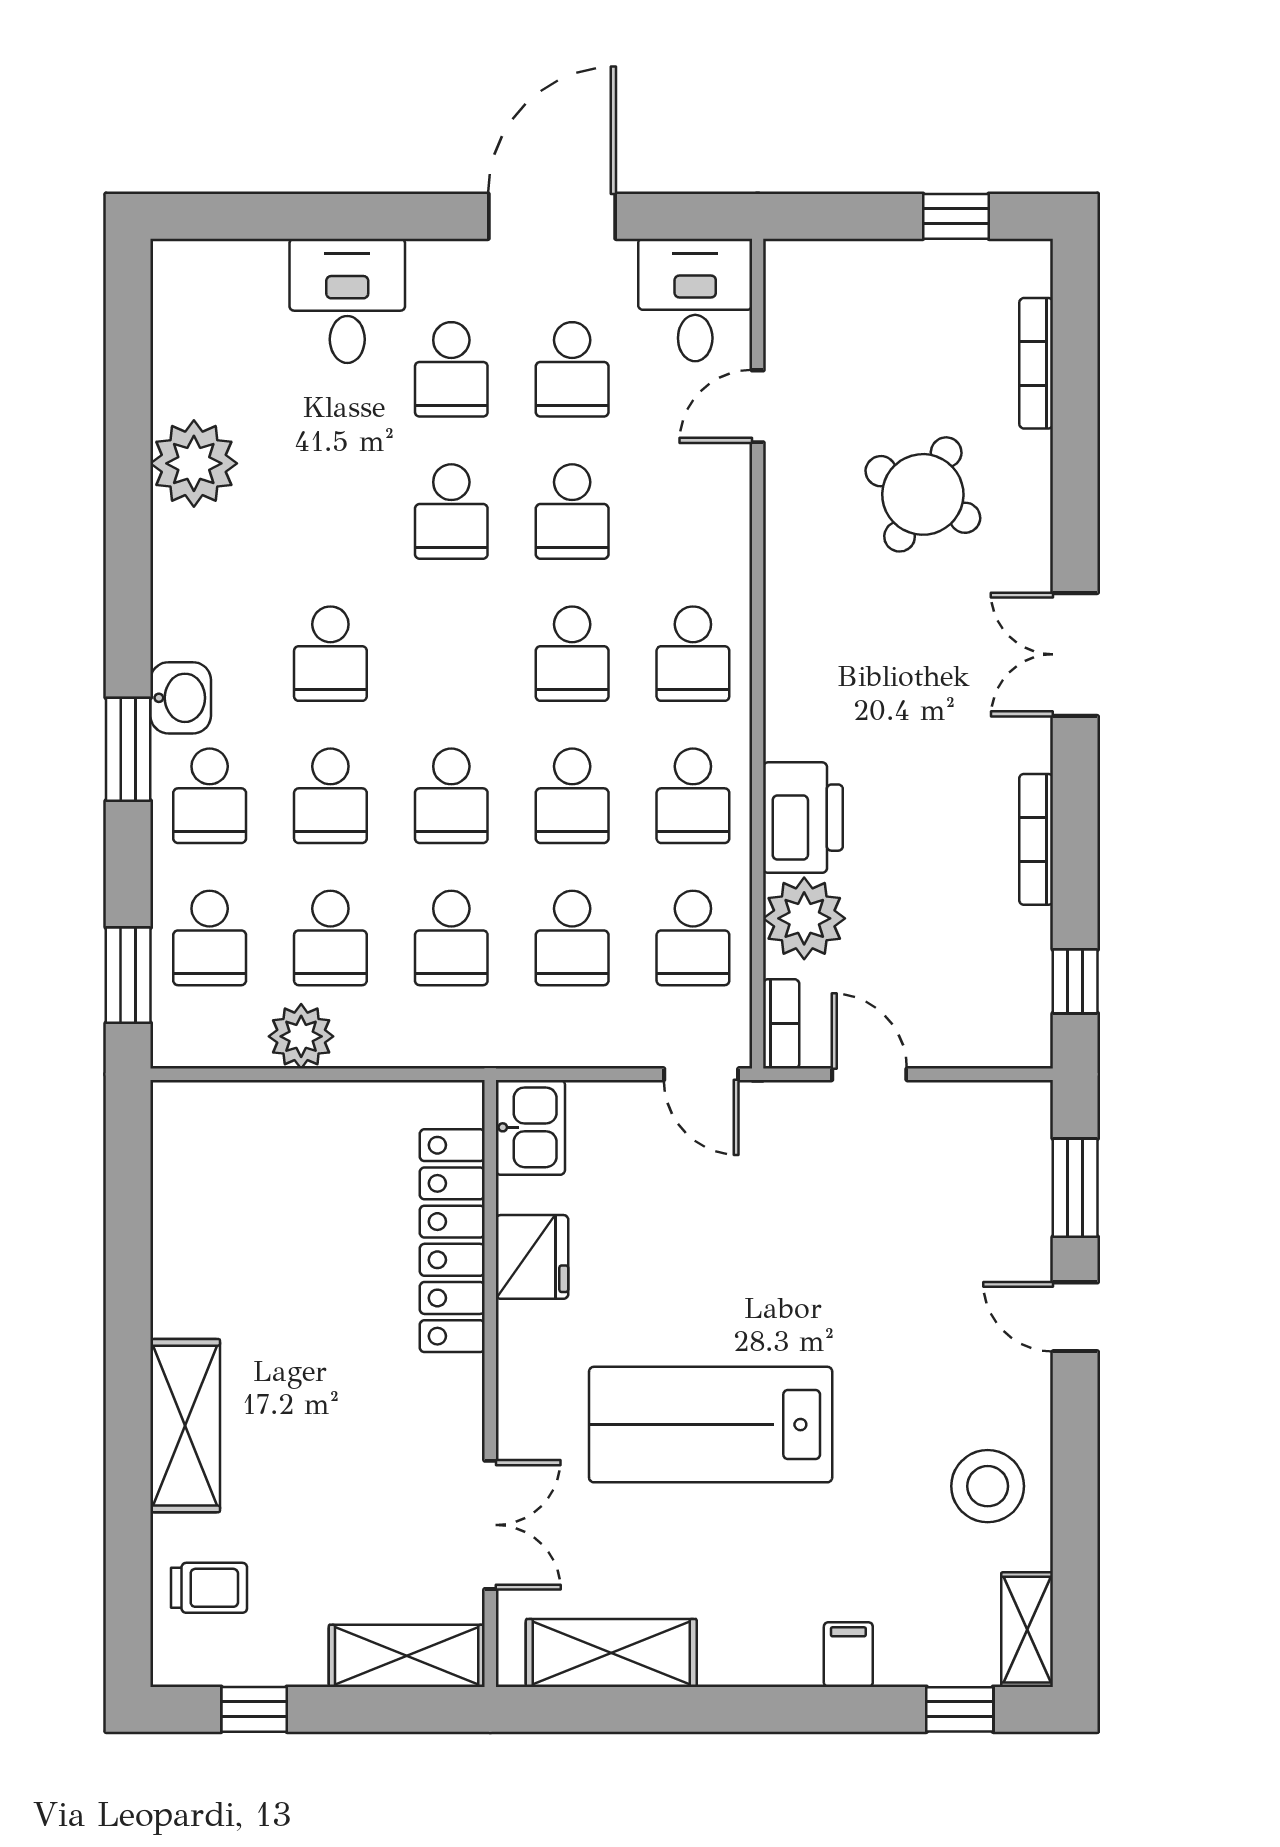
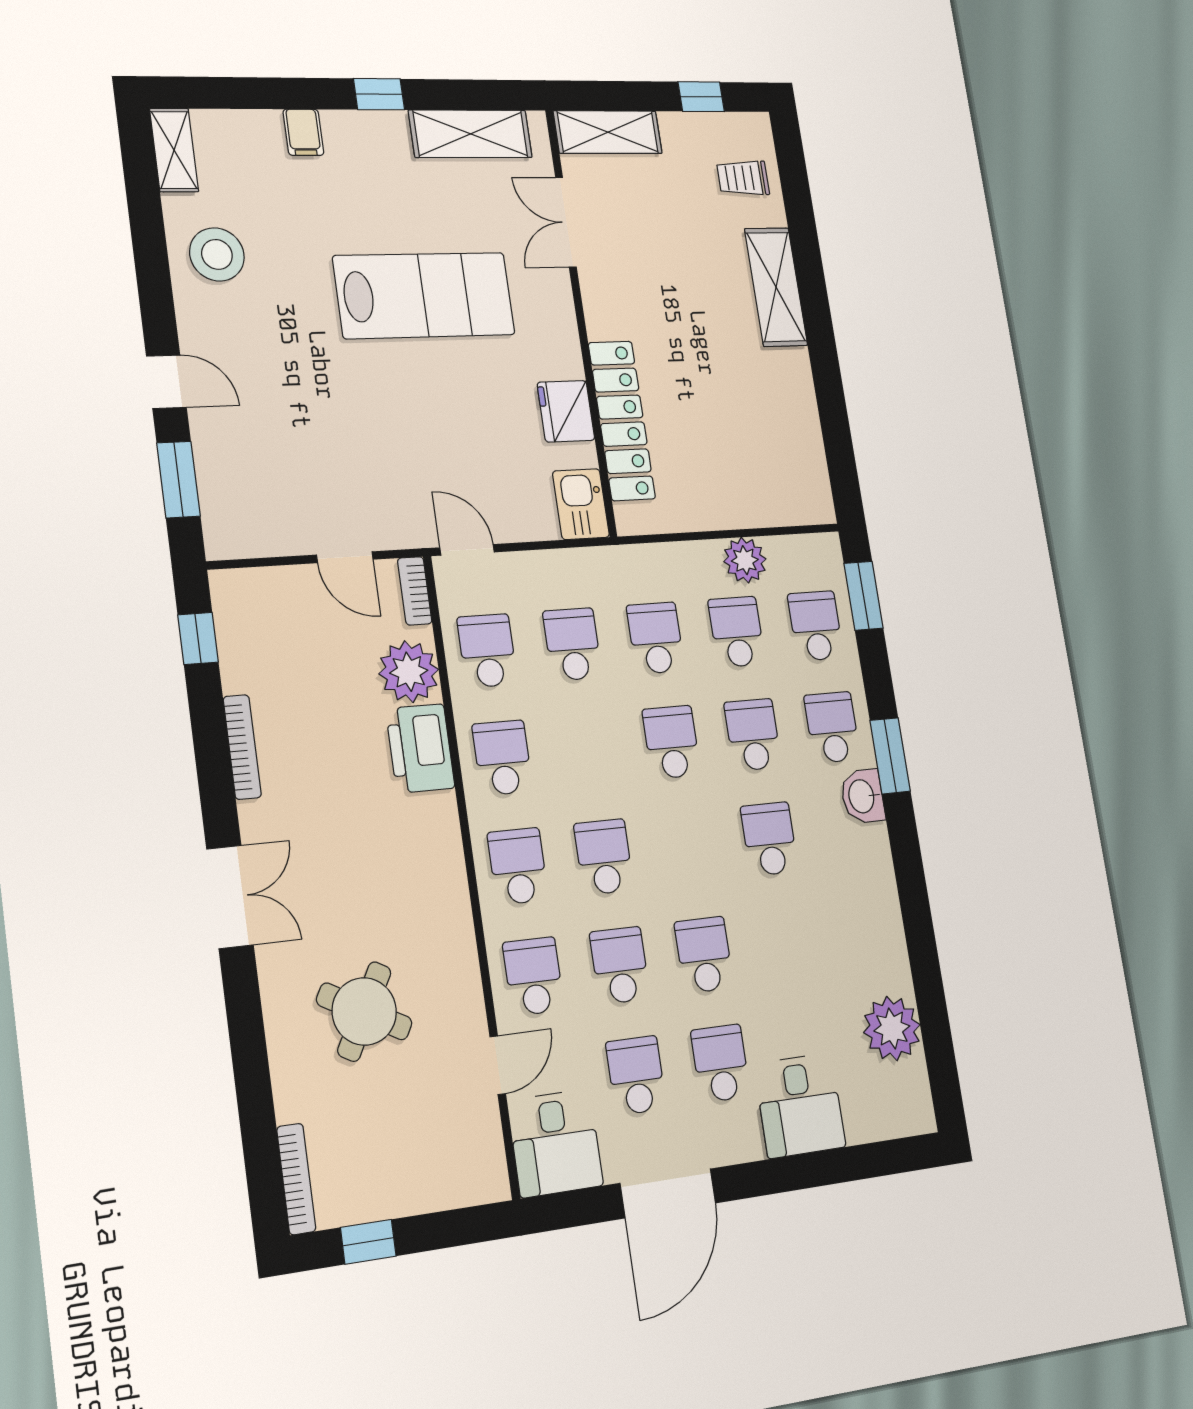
bookcase: (1036, 363) -> (296, 1179), moved
plant: (194, 463) -> (892, 1028), moved
school desk: (572, 796) -> (533, 976), moved
window: (960, 1709) -> (379, 94), moved

